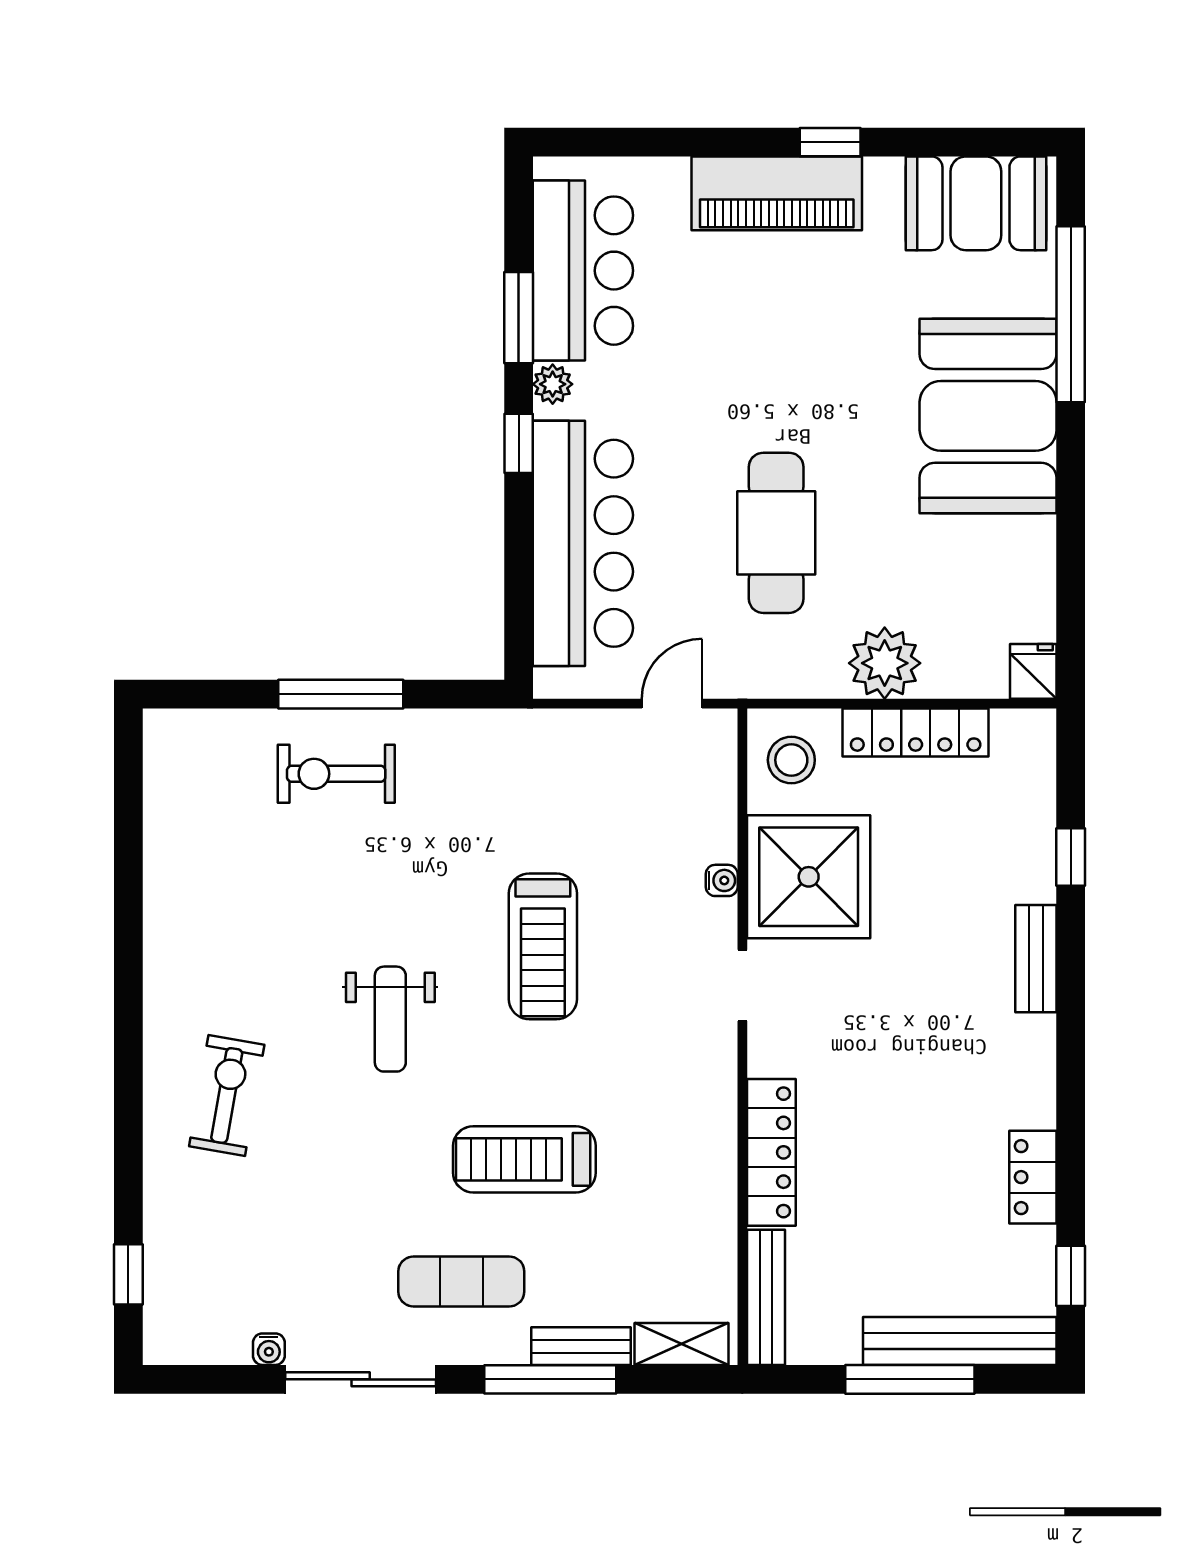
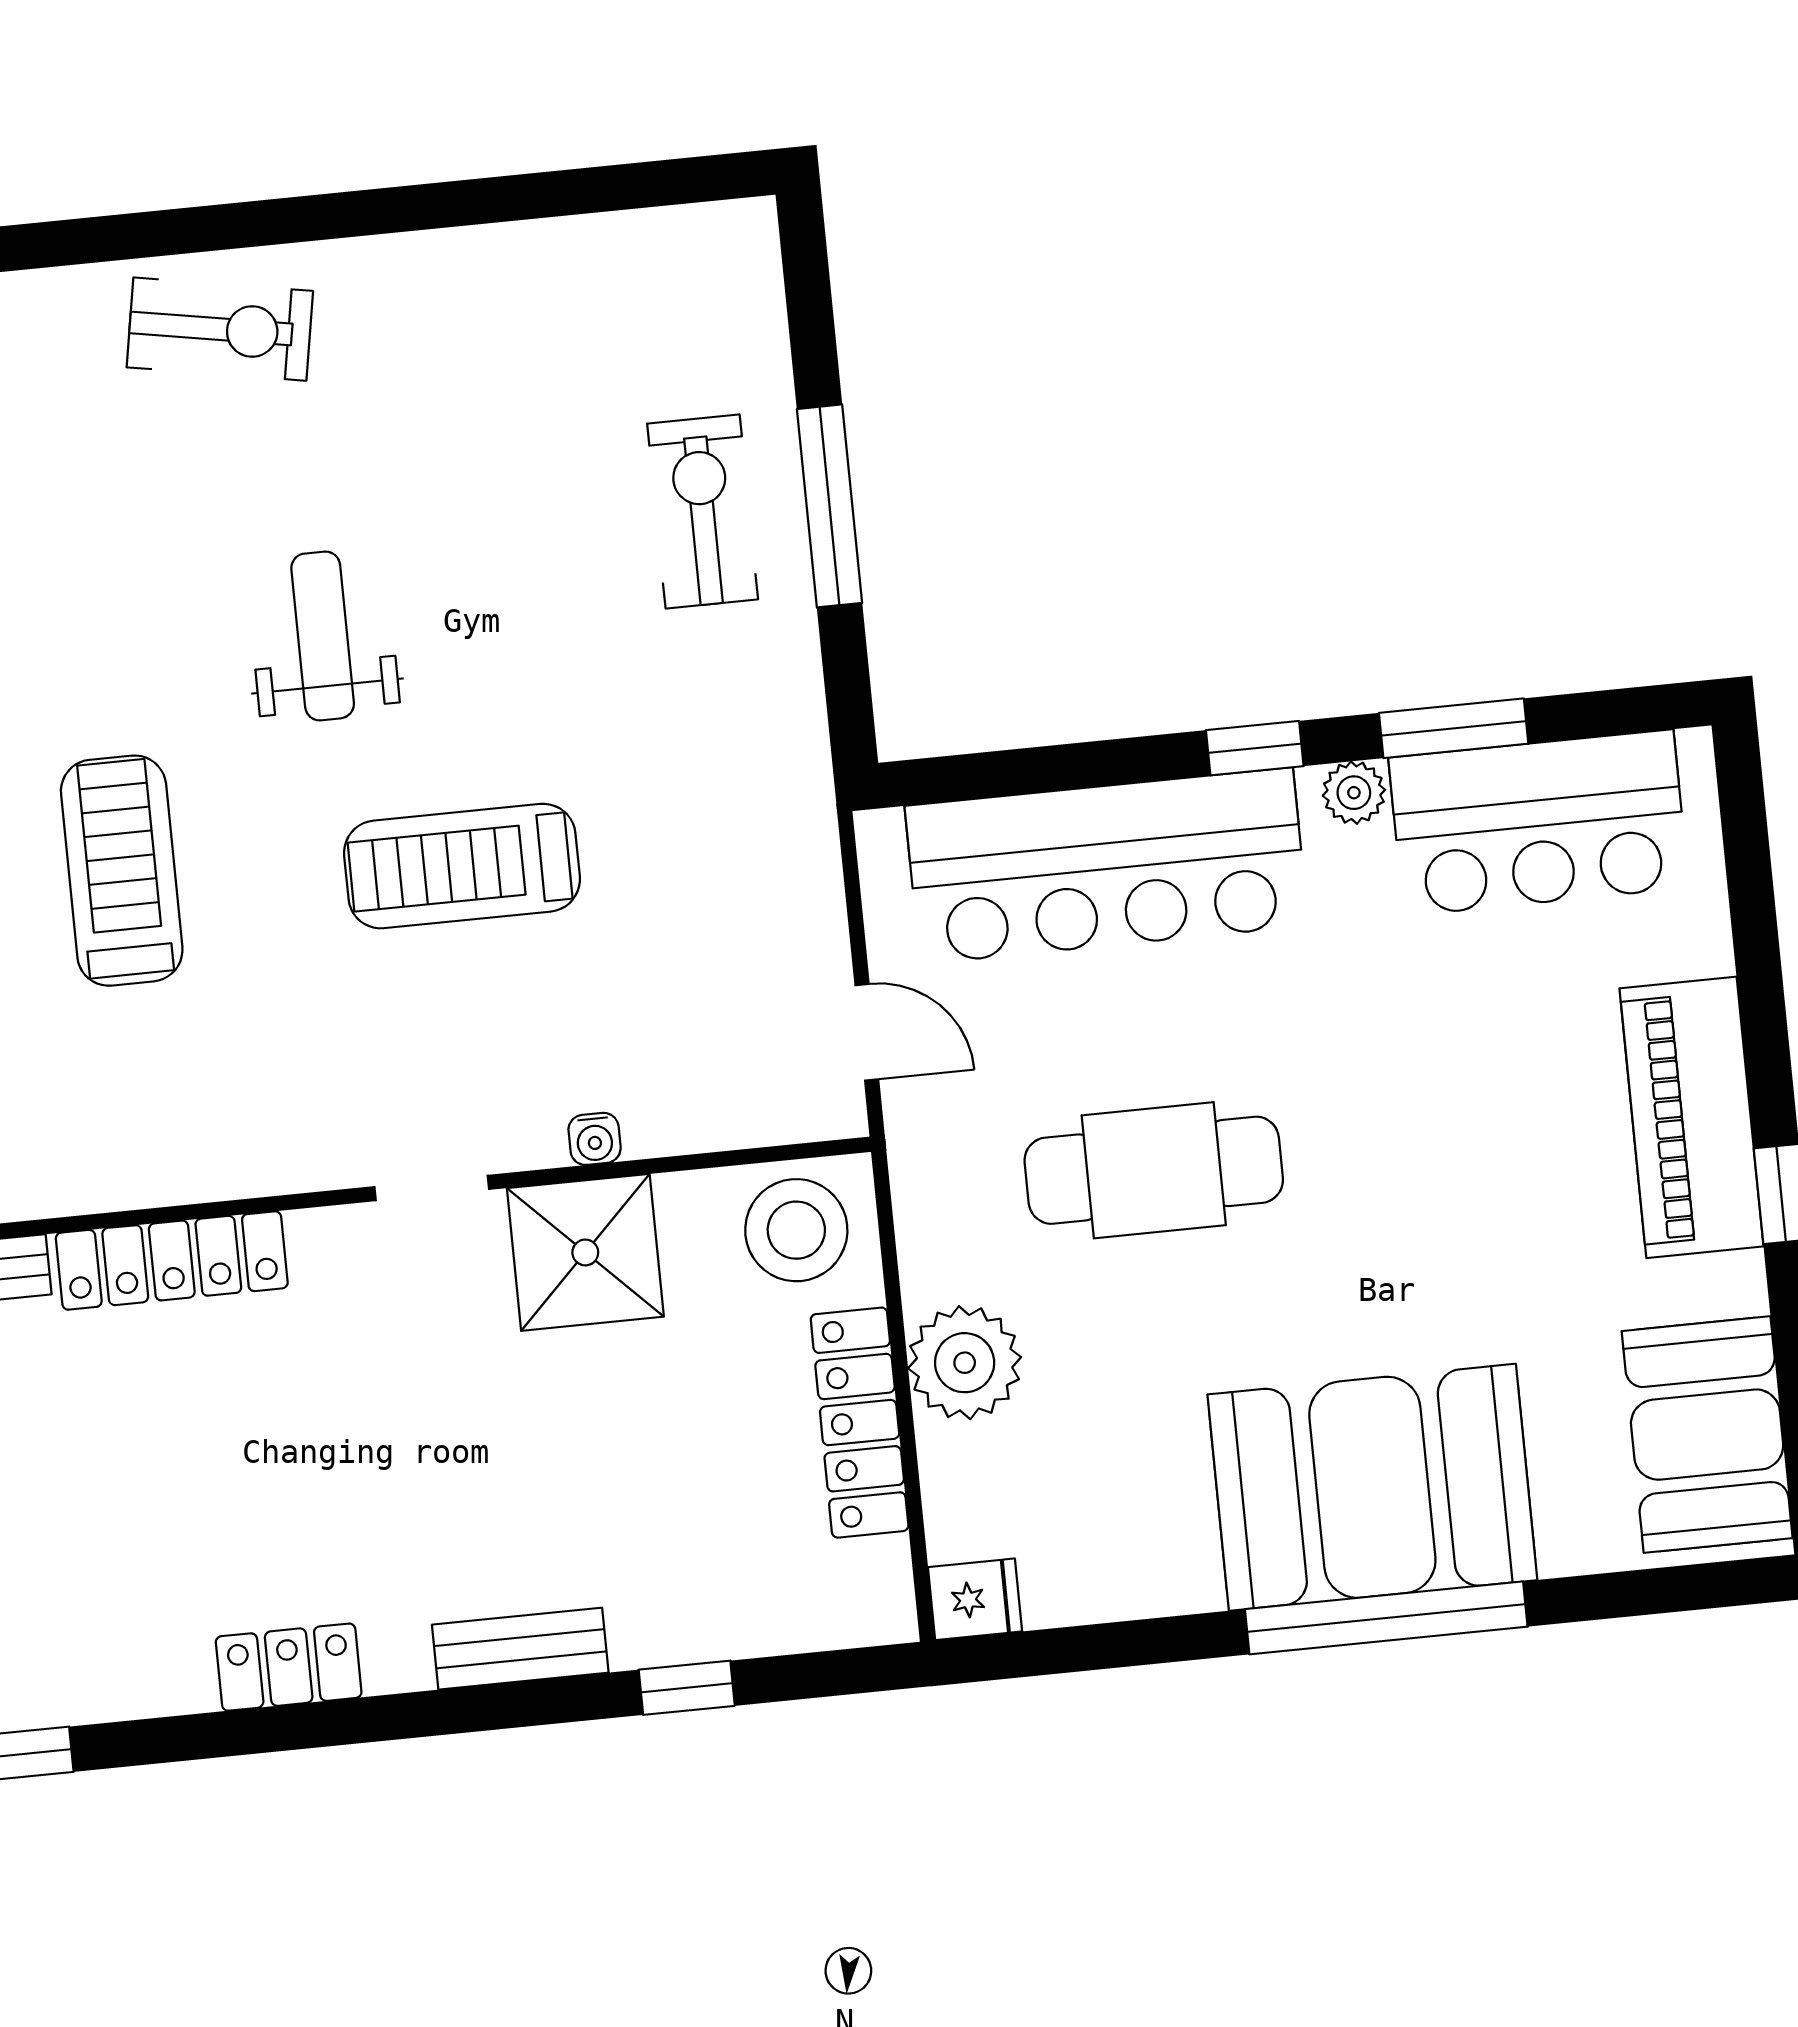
window: (1071, 314) -> (1386, 1618), moved
stool: (791, 760) -> (796, 1230), width x1.38, depth x1.38
shower: (809, 877) -> (585, 1252), width x0.73, depth x0.73
weight bench: (390, 1019) -> (323, 636), turned 90
exercise bike: (227, 1095) -> (220, 329), moved
locker: (1033, 1177) -> (289, 1667), moved

